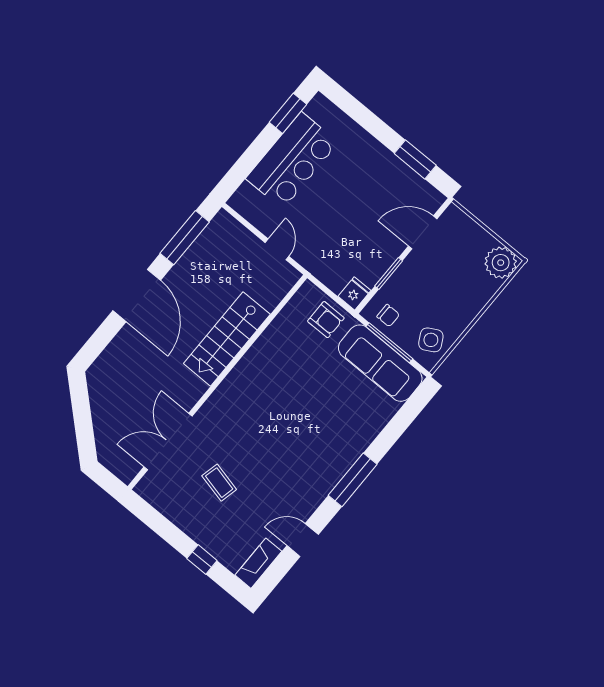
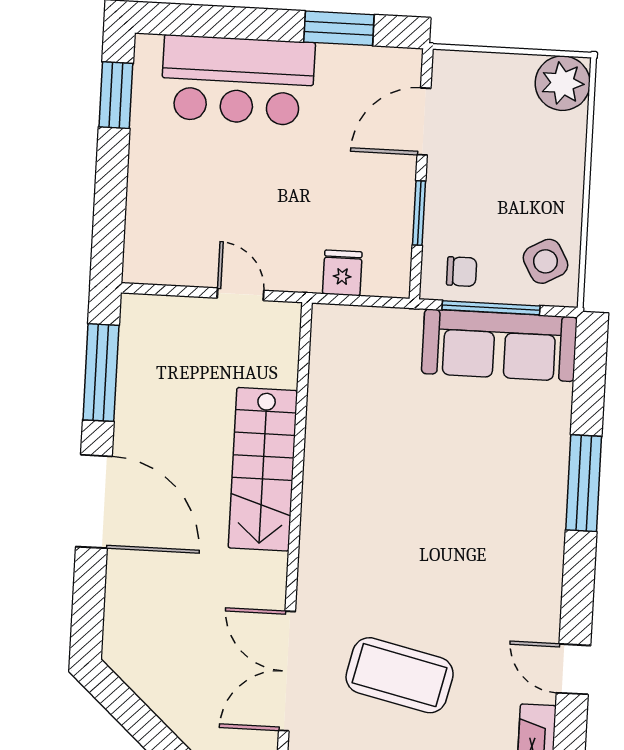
bar counter: (292, 160) -> (238, 80), moved, turned 90
fridge: (354, 293) -> (342, 273), moved
armchair: (326, 320) -> (380, 341), removed
window: (353, 480) -> (584, 483), moved
coffee table: (219, 483) -> (400, 675), width x1.86, depth x1.72
door: (303, 540) -> (574, 669), hinge flipped

